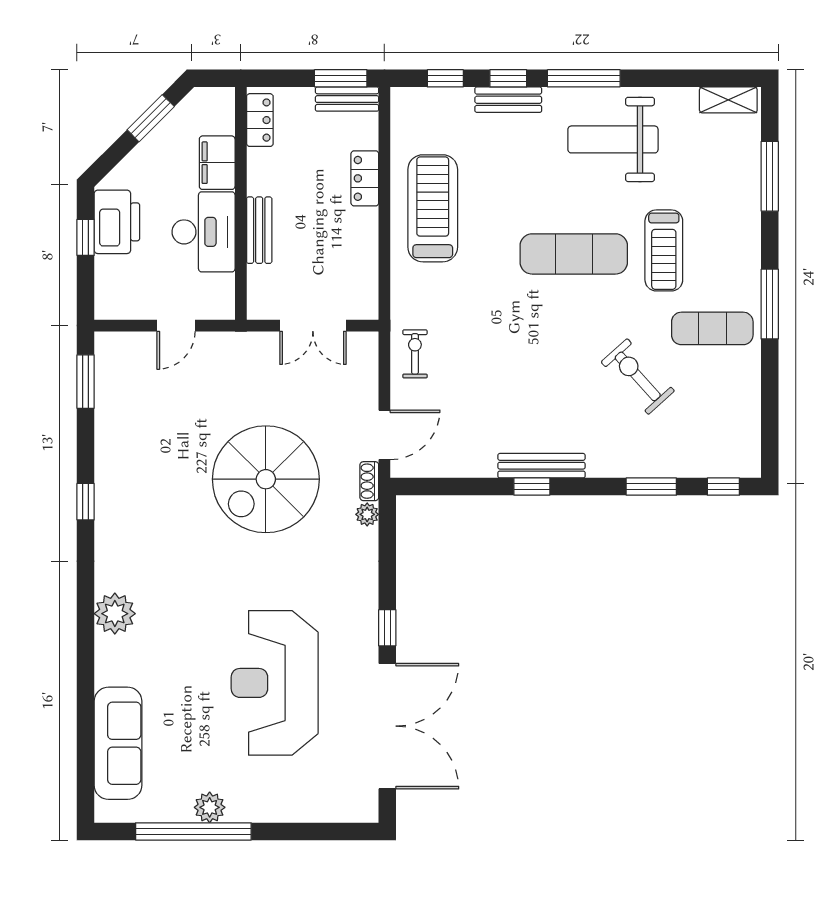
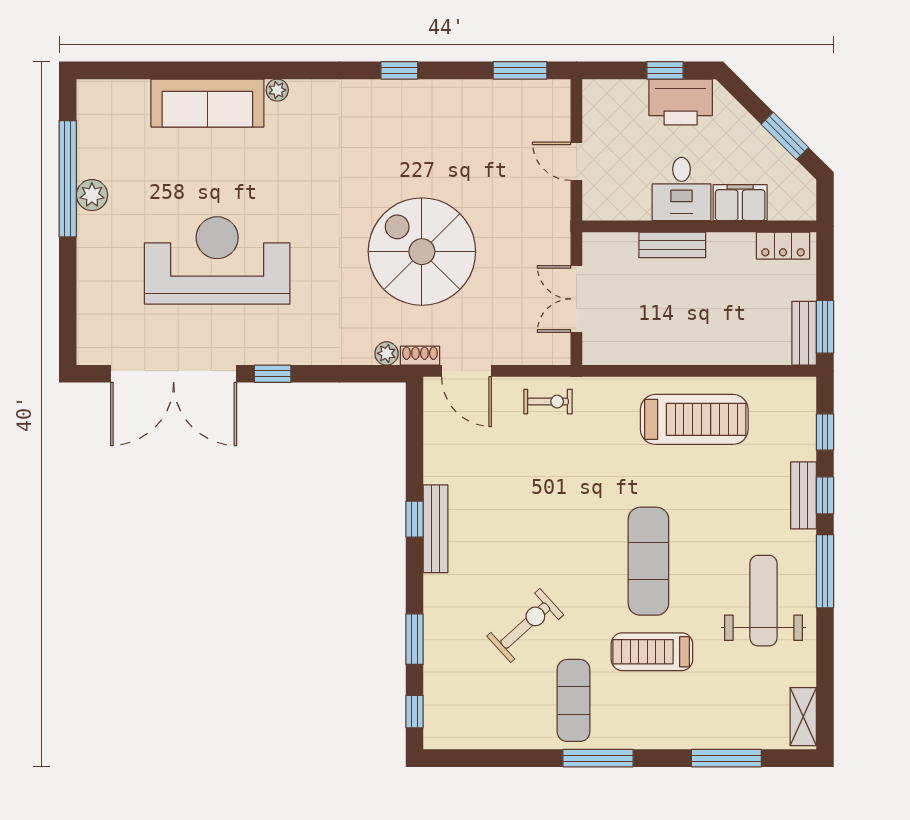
locker: (365, 178) -> (724, 351), removed
desk: (204, 232) -> (682, 189), width x0.73
plant: (115, 614) -> (277, 90), width x0.53, depth x0.53
sofa: (118, 743) -> (207, 103), moved

